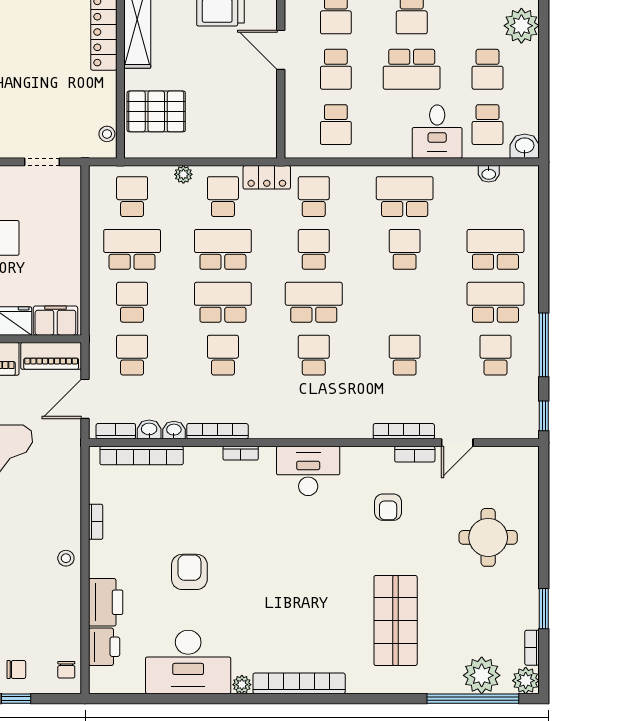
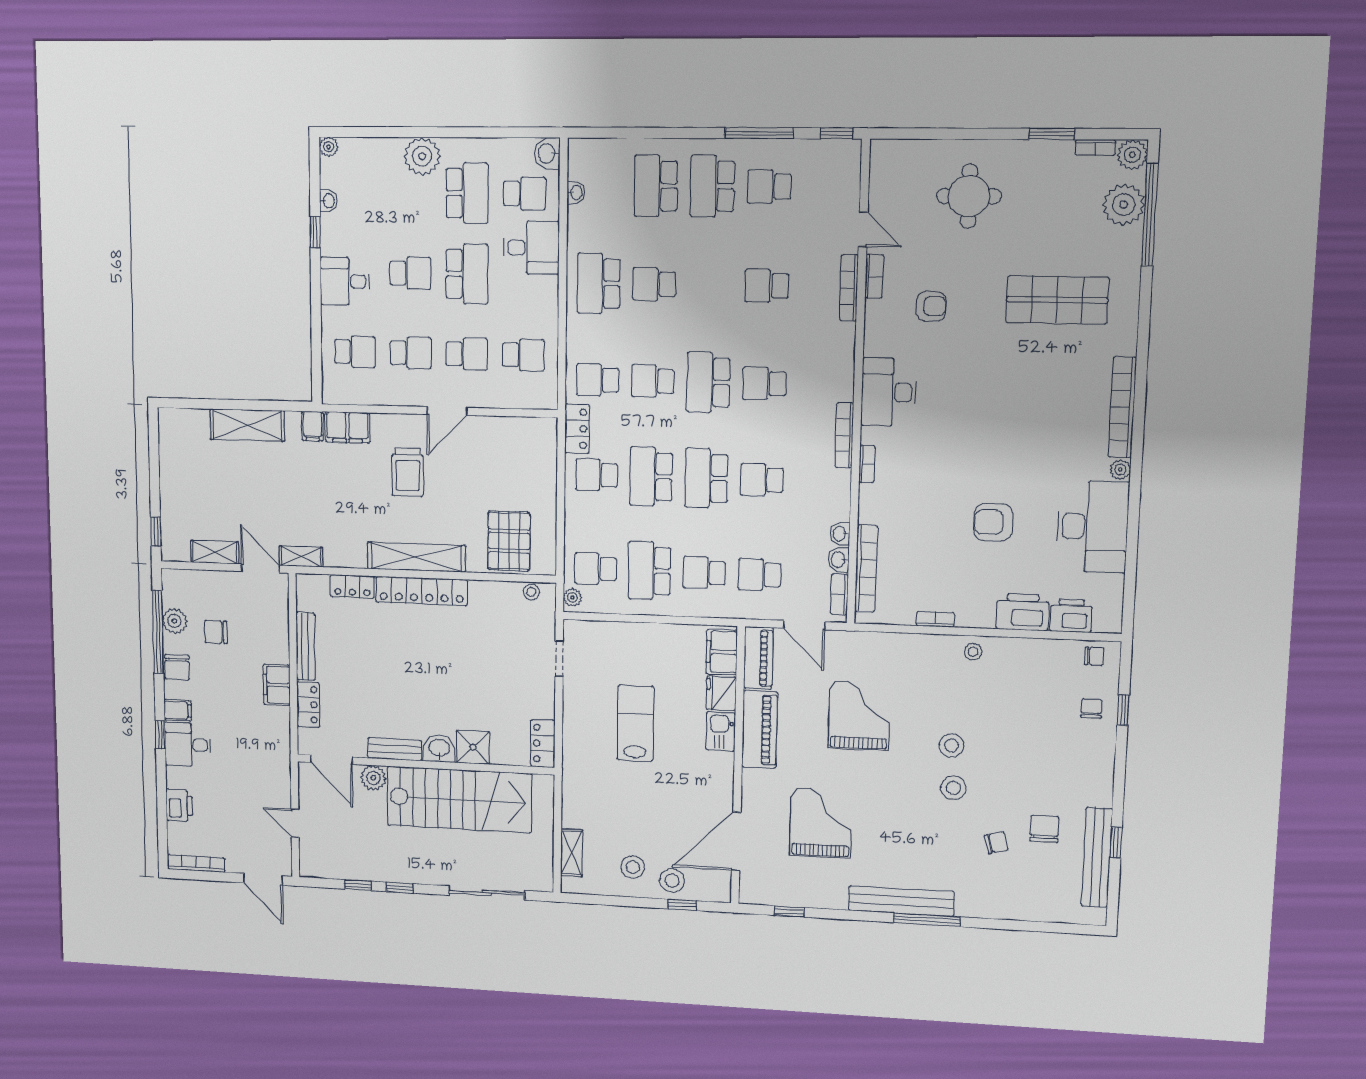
school desk: (487, 69) -> (467, 193), width x1.85
plant: (183, 174) -> (572, 597), moved
bookcase: (217, 431) -> (844, 435), moved

